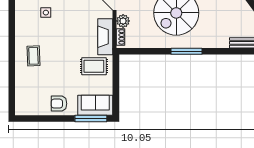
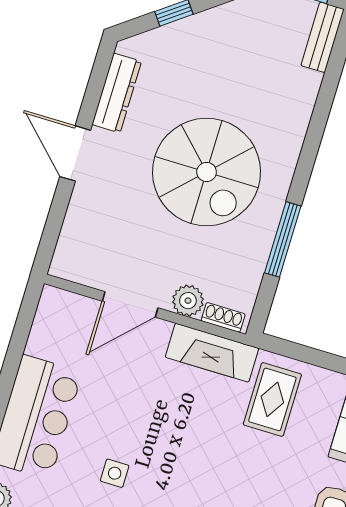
window: (187, 51) -> (283, 239), moved

